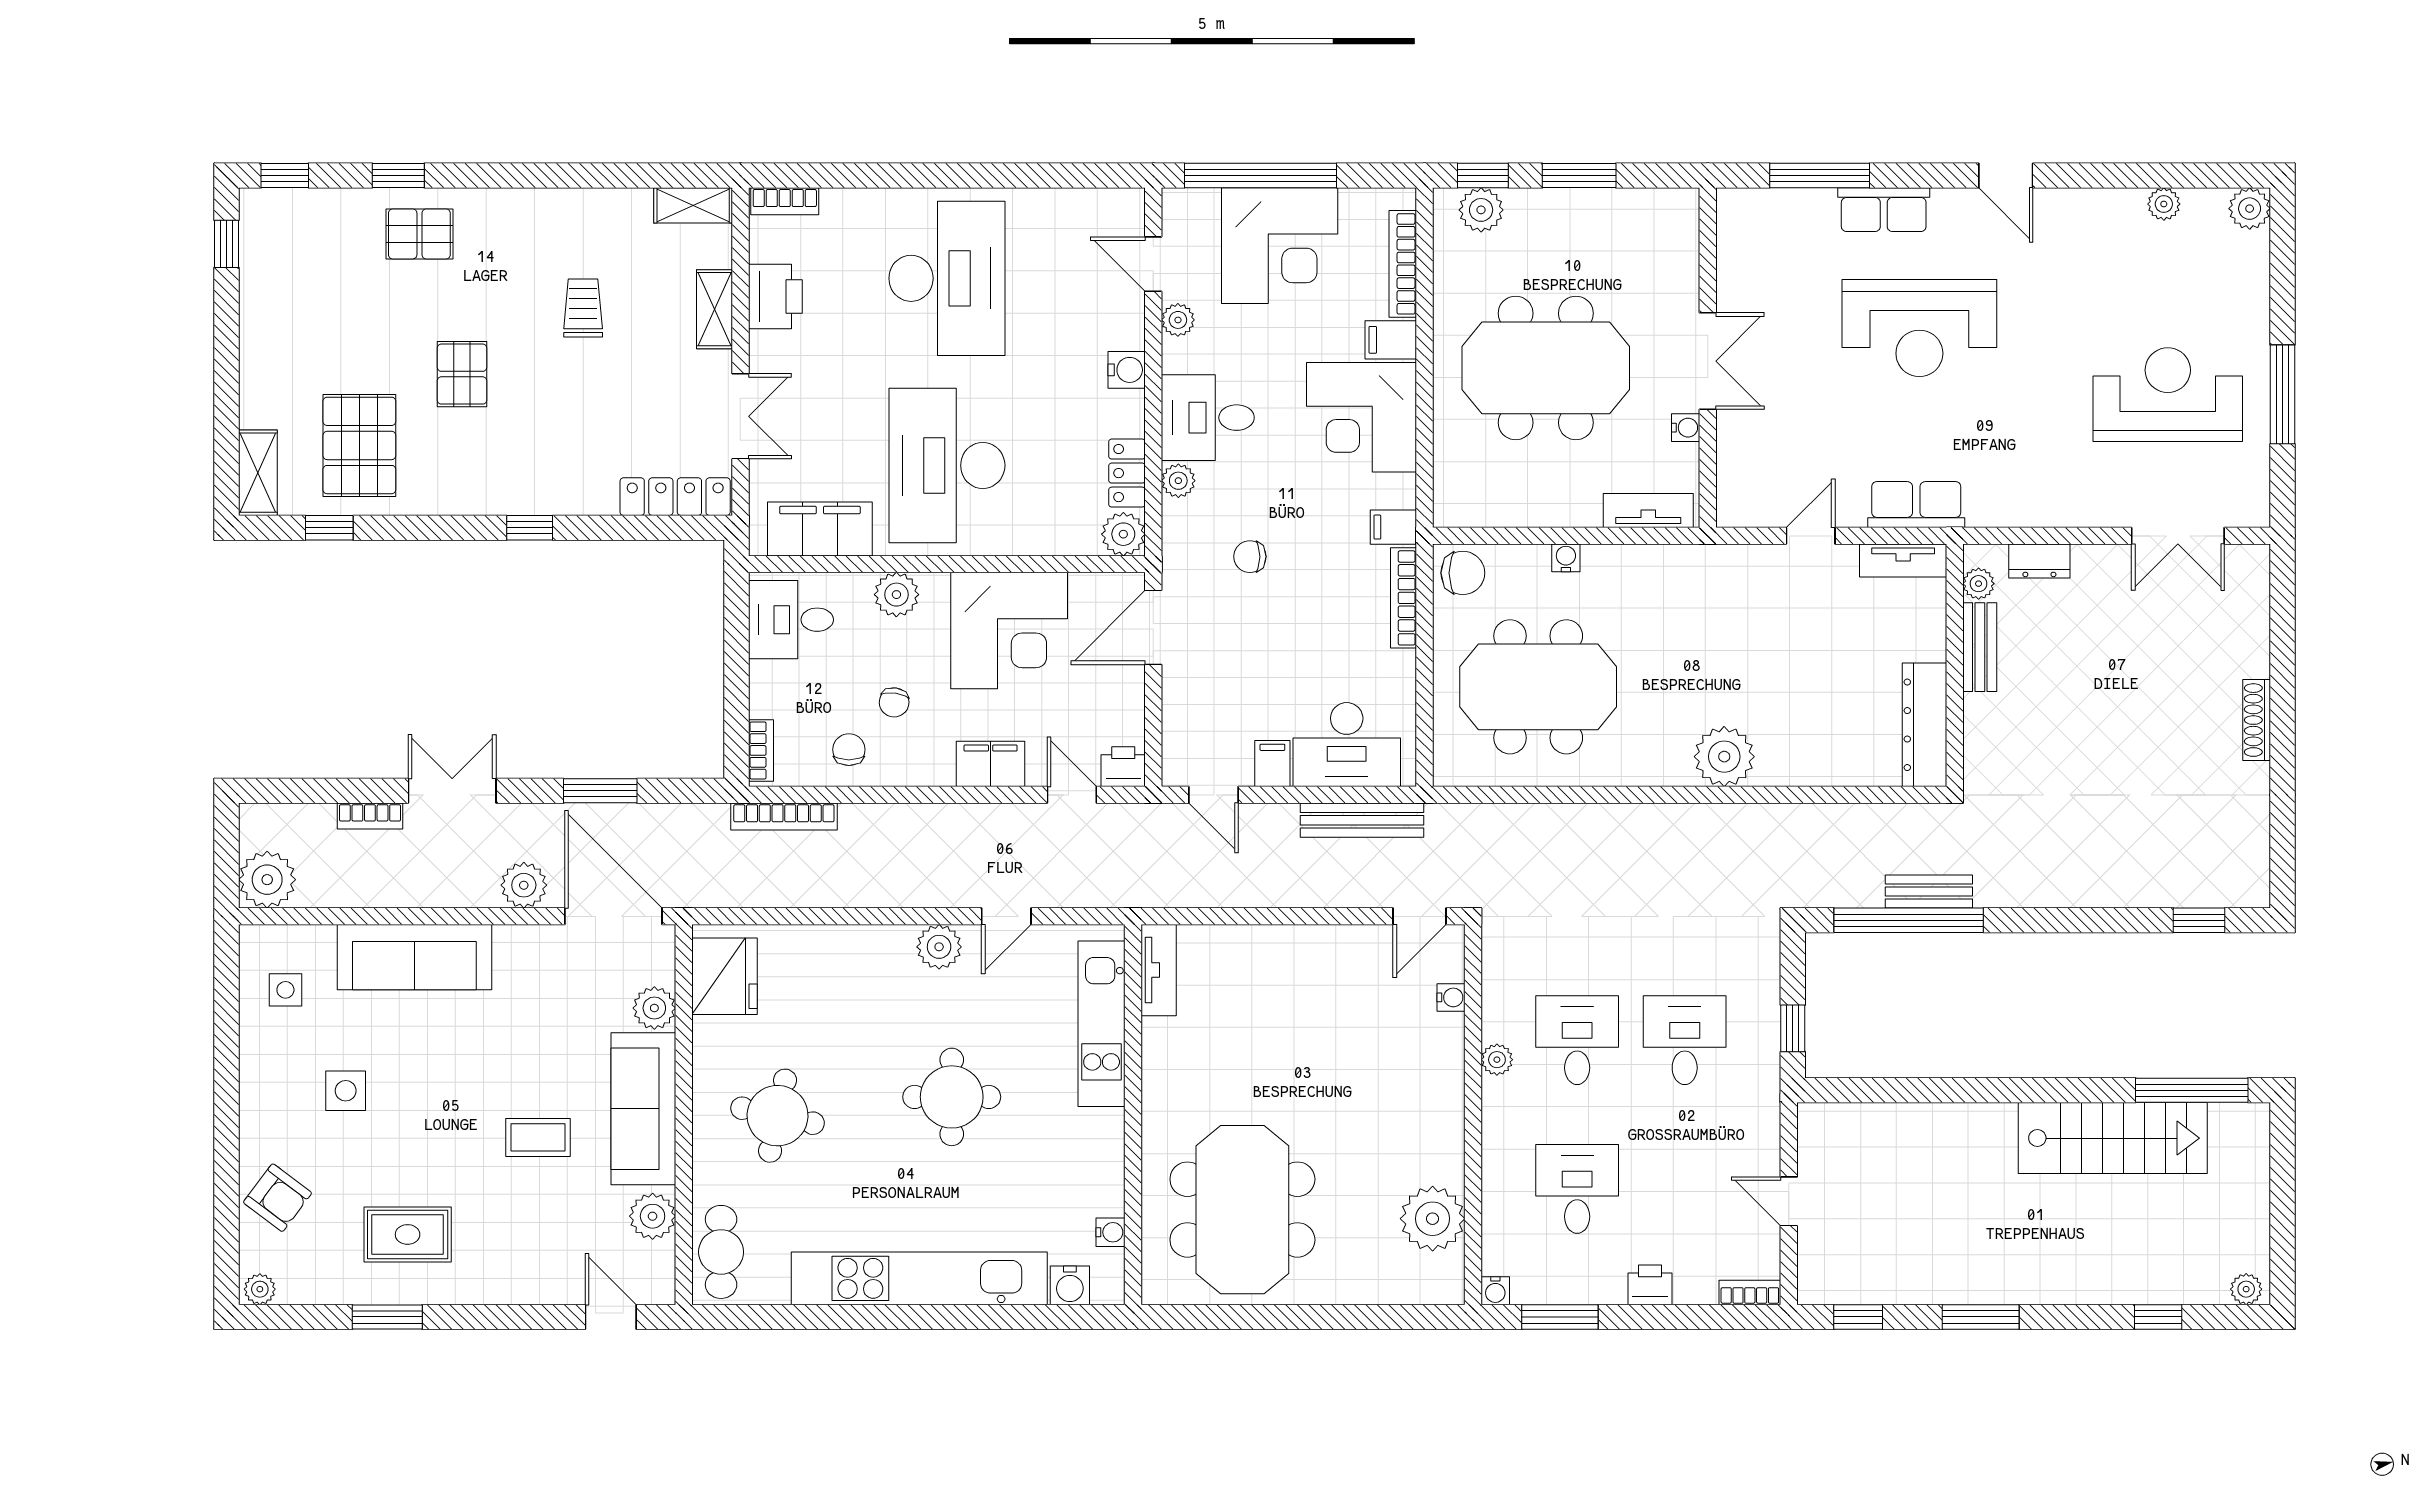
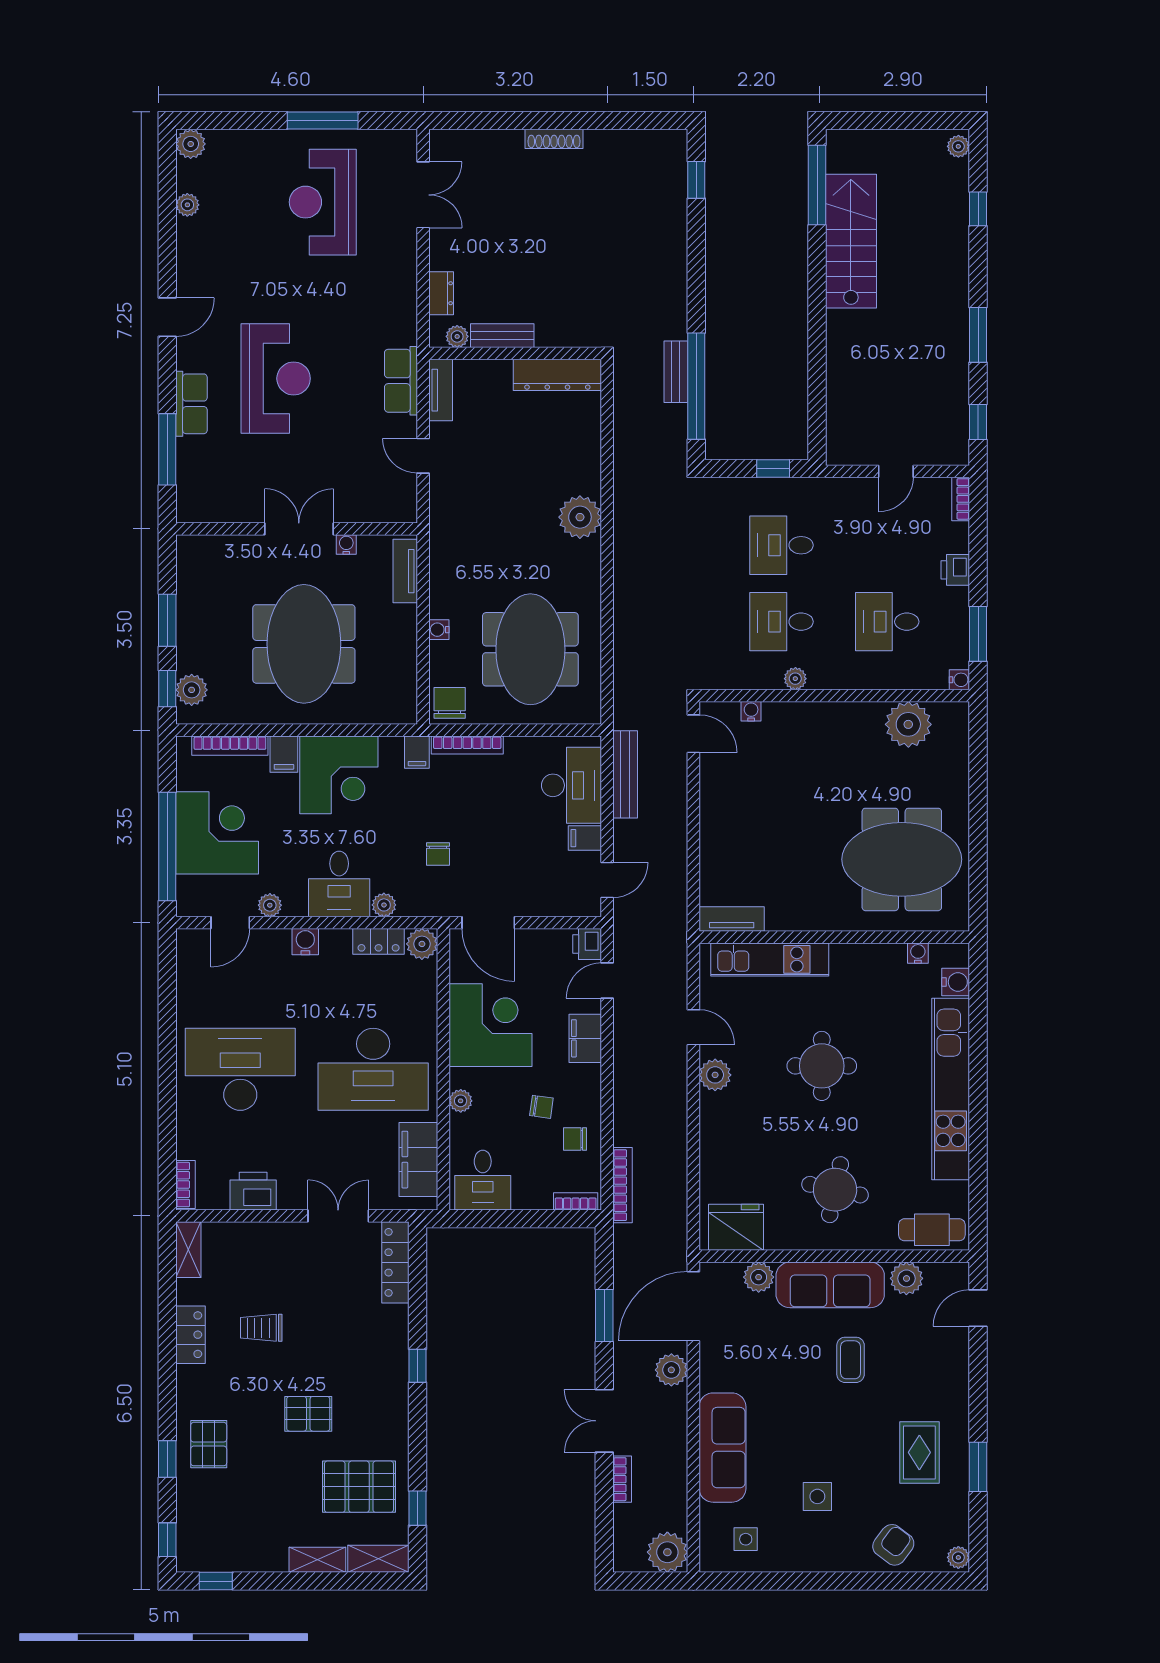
locker: (573, 208) -> (190, 1335), added
shelving: (715, 309) -> (317, 1560), moved
plant: (896, 595) -> (461, 1101), width x0.73, depth x0.73

